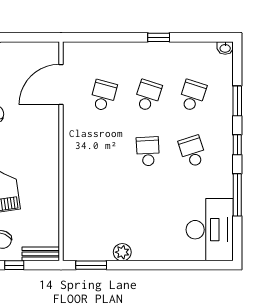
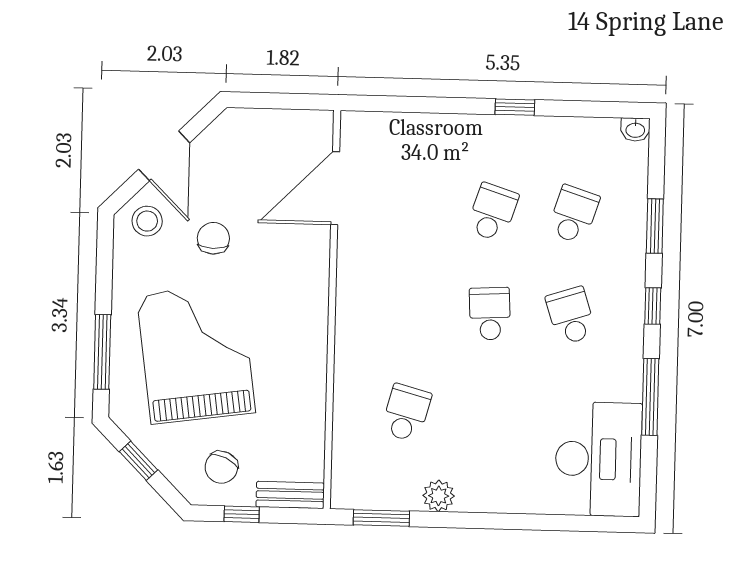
school desk: (103, 96) -> (406, 413), moved

